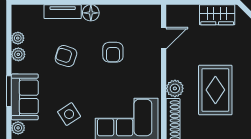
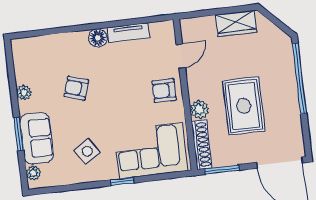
tv unit: (63, 12) -> (128, 33), moved
plant: (18, 38) -> (21, 75), removed
armchair: (113, 52) -> (164, 90), moved, turned 90

